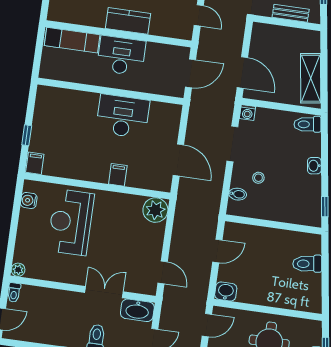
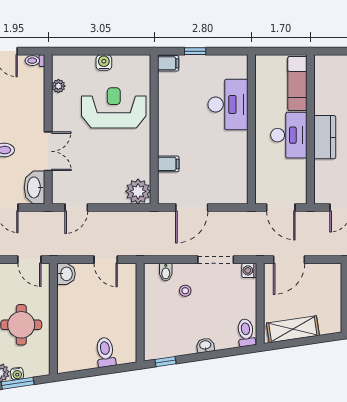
desk: (123, 116) -> (228, 105), moved
filing cabinet: (118, 175) -> (168, 164), moved
water cooler: (29, 200) -> (104, 62), moved
plant: (18, 270) -> (58, 86), moved

